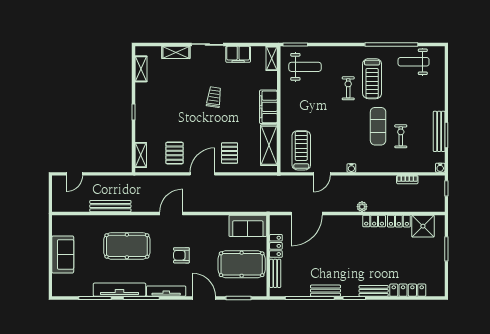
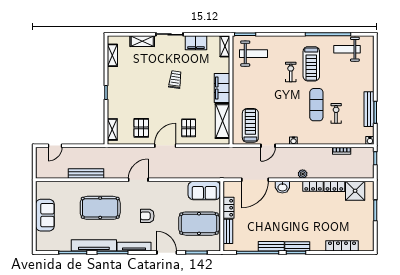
washbasin: (339, 222) -> (282, 187), added
bench: (374, 291) -> (297, 246), moved

